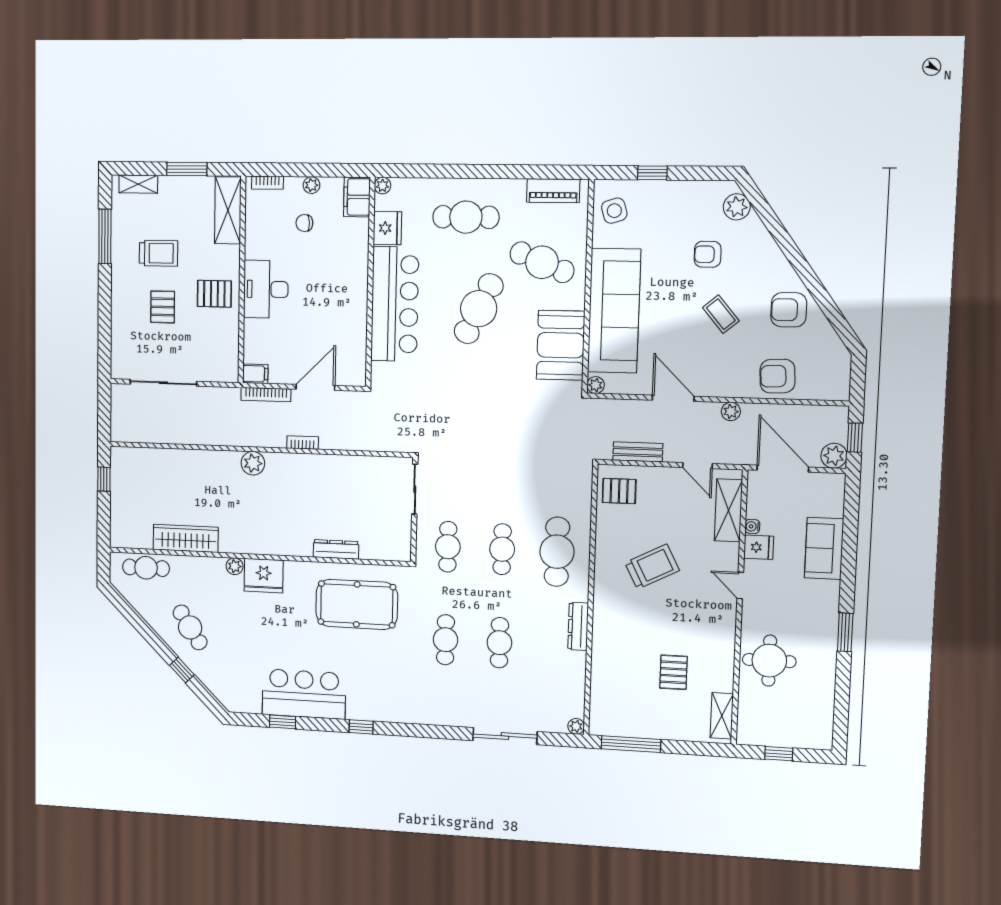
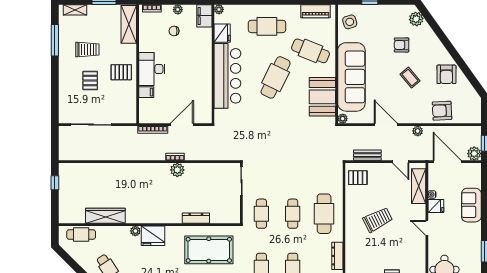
armchair: (789, 310) -> (446, 74), turned -90
filing cabinet: (255, 374) -> (146, 92), moved
plant: (253, 463) -> (177, 170), moved

